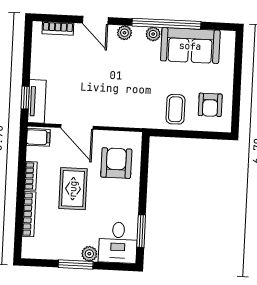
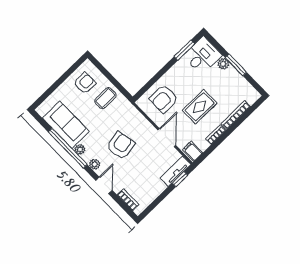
armchair: (116, 76) -> (121, 146), added

